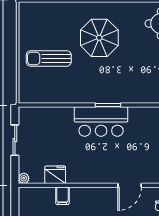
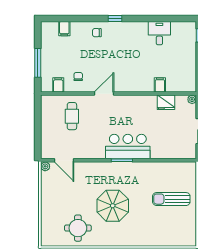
parasol: (99, 38) -> (113, 206), moved
sun lounger: (49, 58) -> (171, 199), turned 180

